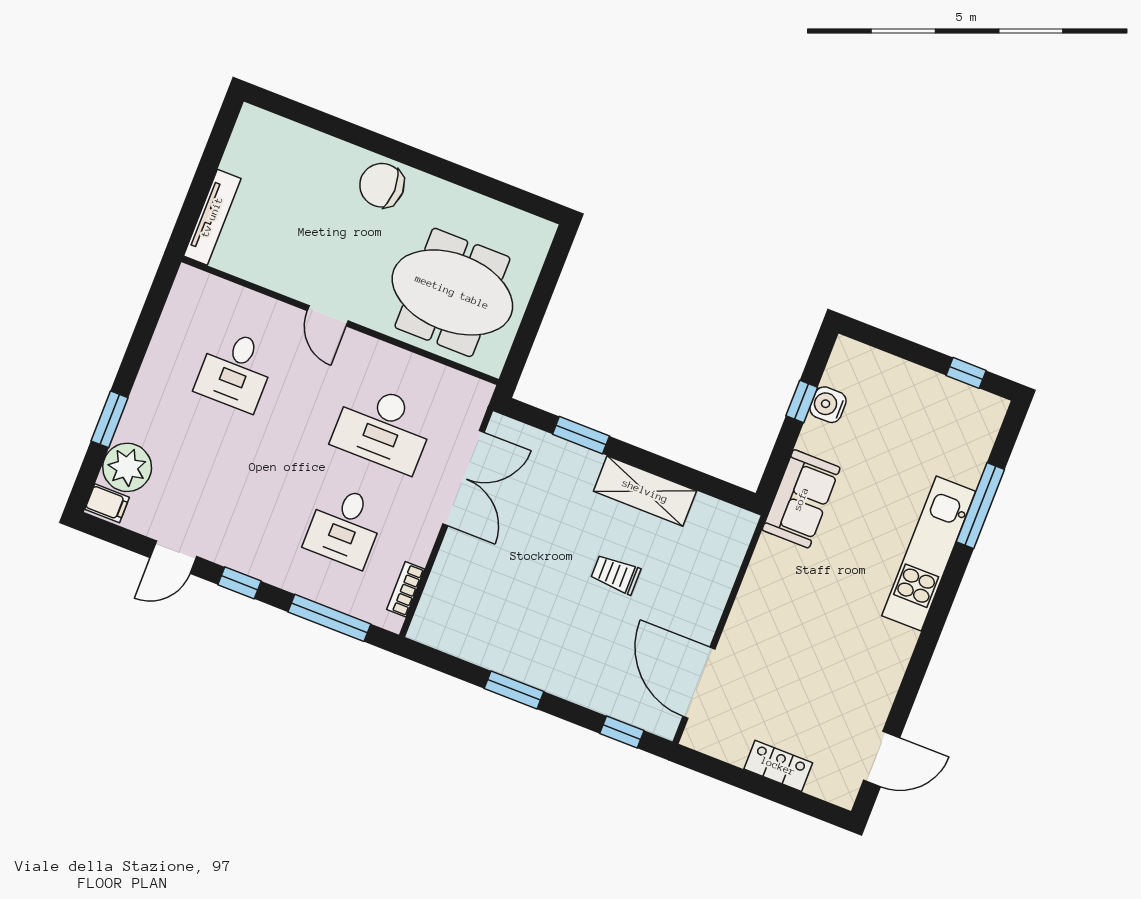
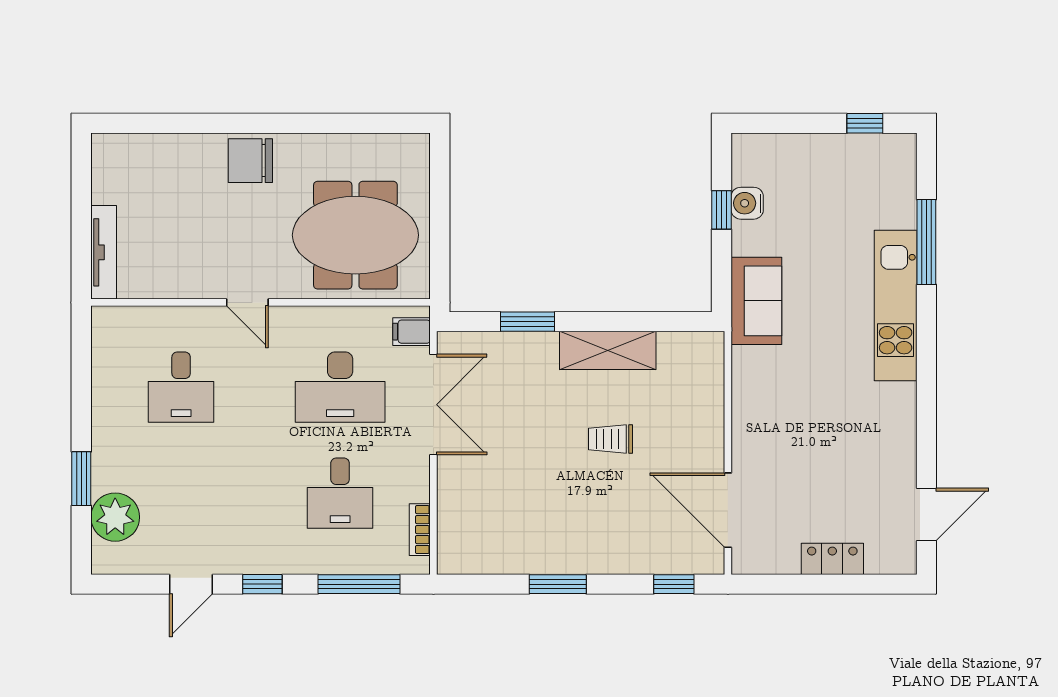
filing cabinet: (107, 503) -> (412, 332), moved, turned 180

